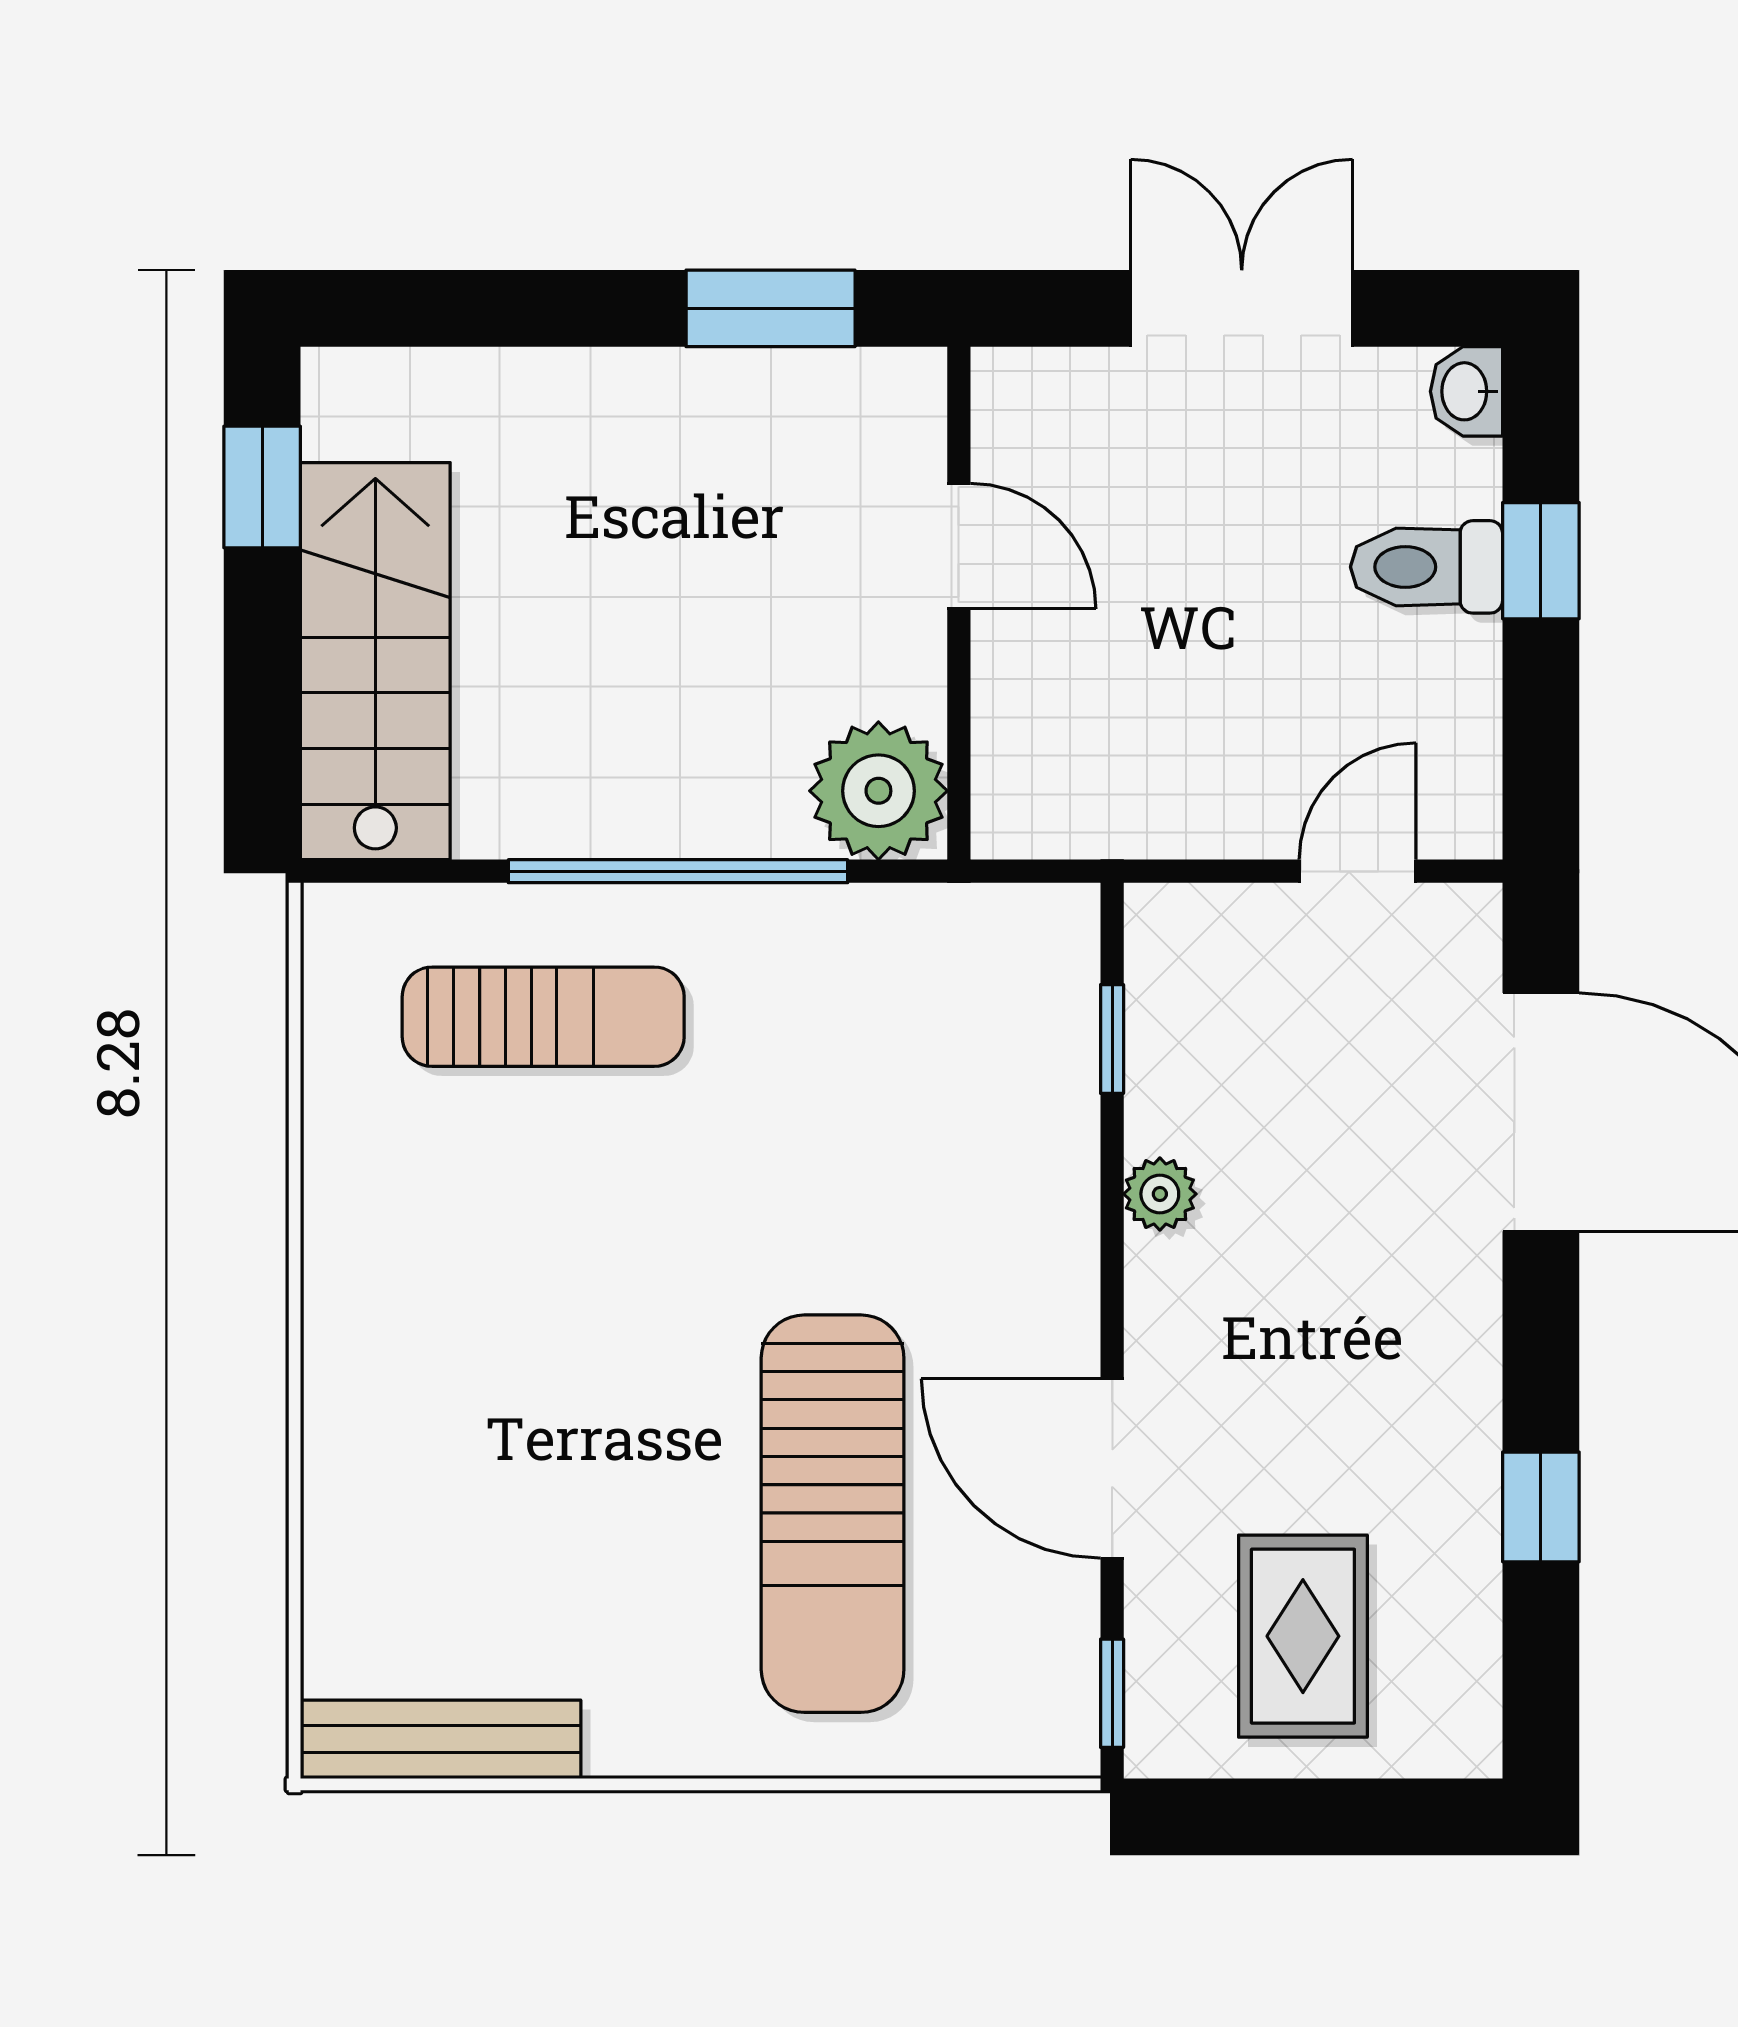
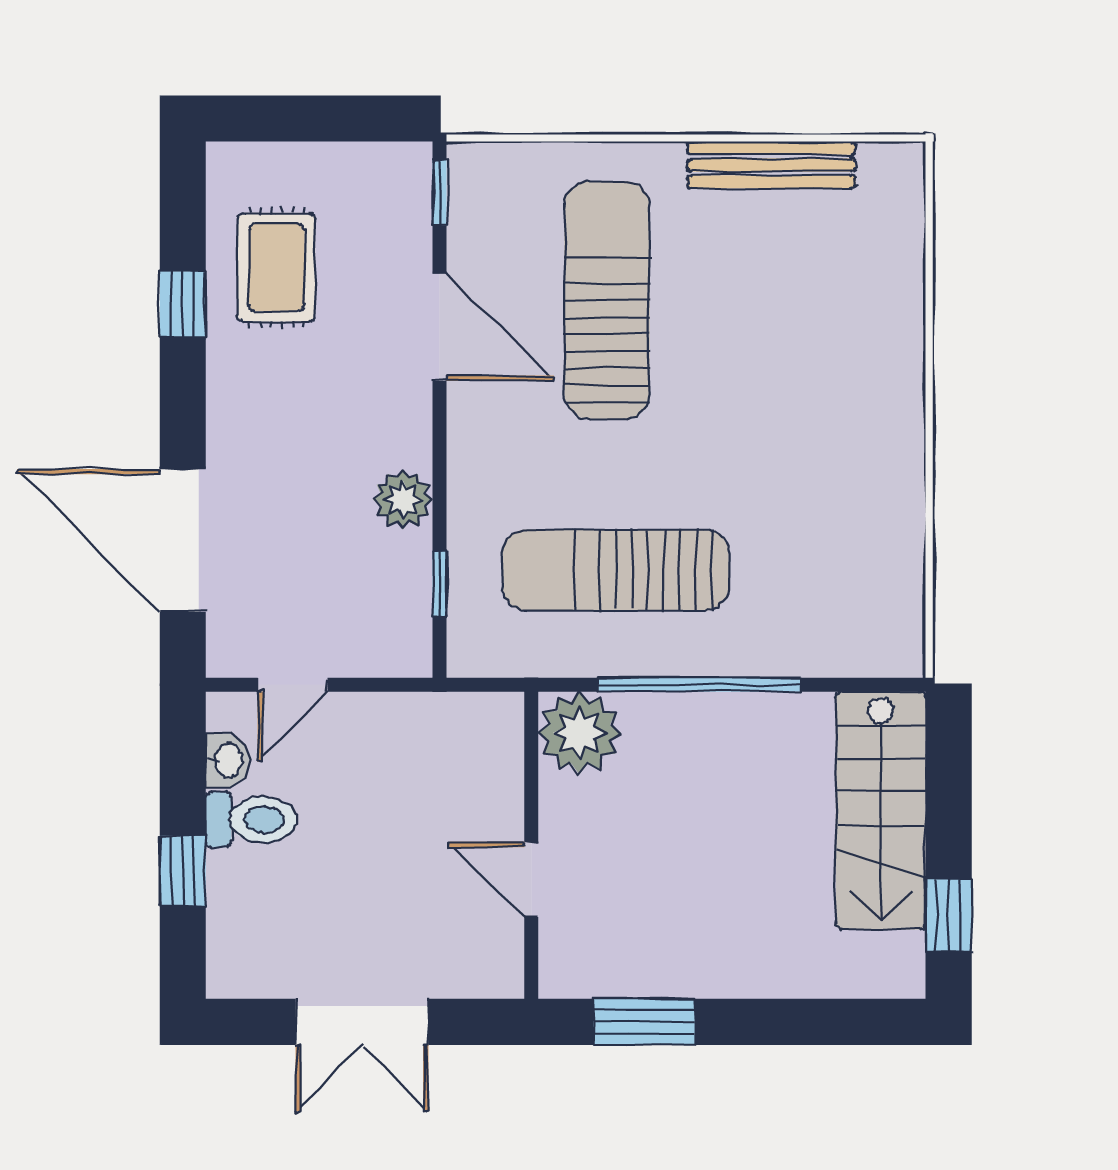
washbasin: (1466, 391) -> (227, 761), moved
toilet: (1427, 567) -> (251, 820), moved
sun lounger: (543, 1017) -> (615, 570), moved, width x1.36, depth x1.34
plant: (1160, 1194) -> (403, 500), width x1.38, depth x1.38
rug: (1303, 1636) -> (277, 267), moved
bench: (441, 1739) -> (771, 165), moved

